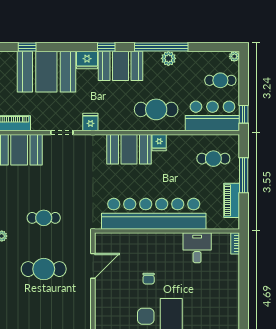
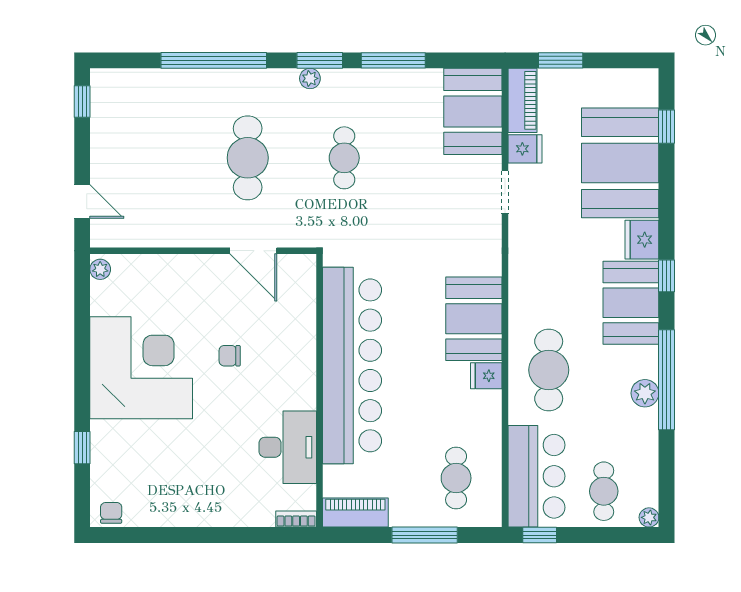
fridge: (90, 122) -> (525, 149), moved
piano: (232, 200) -> (355, 513), moved
desk: (197, 248) -> (288, 447), width x1.37

